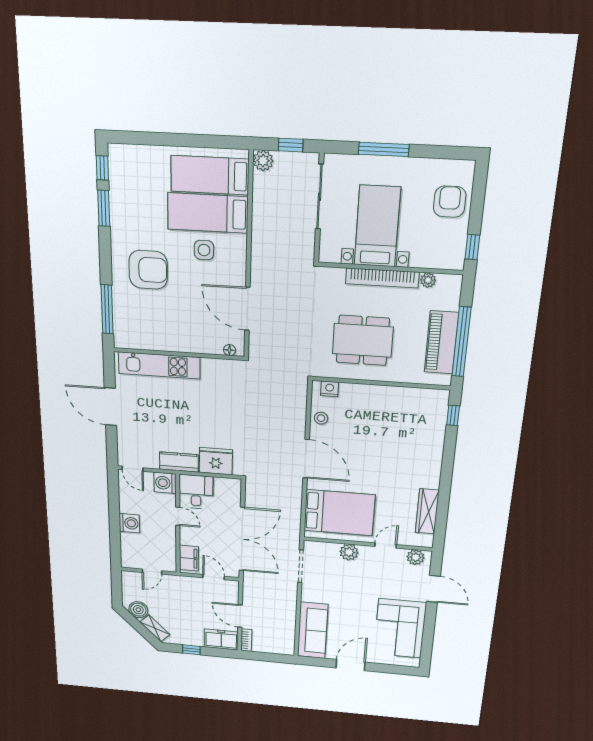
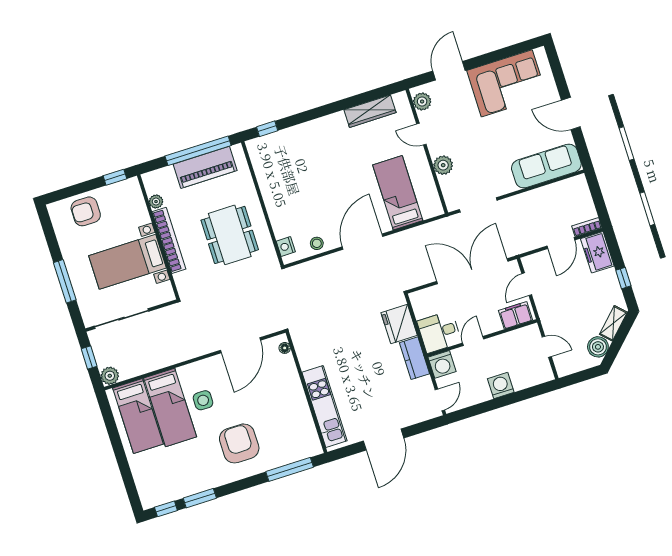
bed: (339, 513) -> (398, 193), width x0.67

